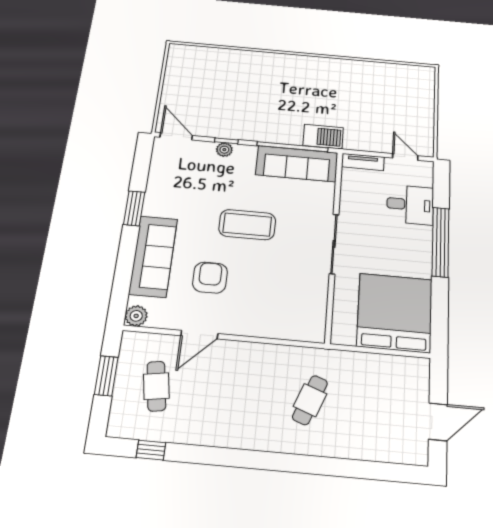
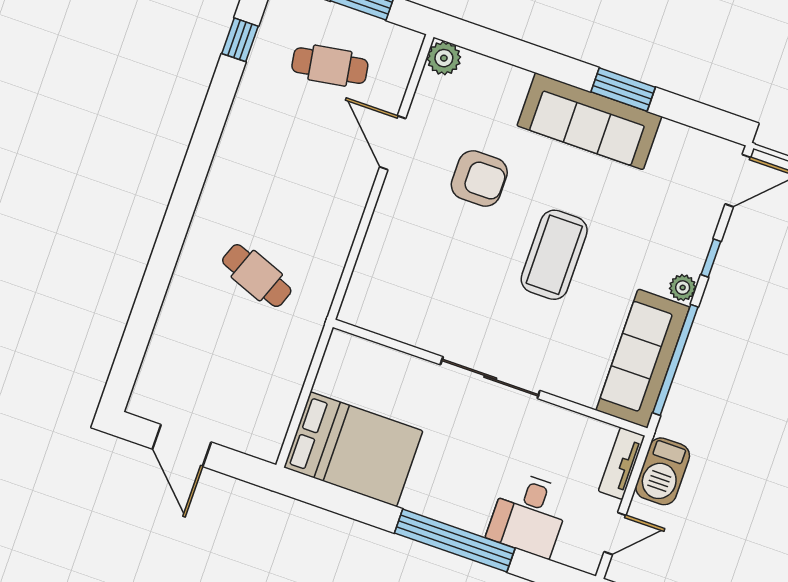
barbecue: (323, 137) -> (663, 471), moved
plant: (224, 150) -> (683, 288), moved
sofa: (153, 256) -> (589, 121), moved
bed: (395, 313) -> (353, 449), width x0.73

